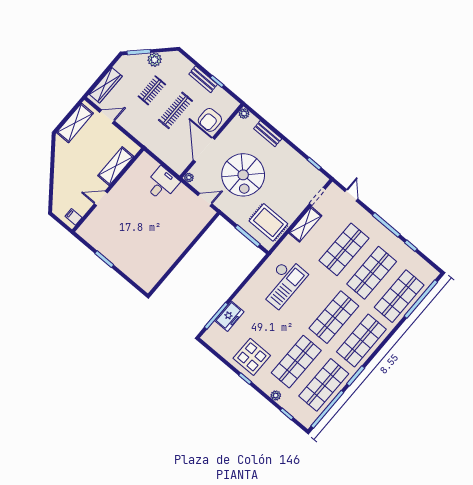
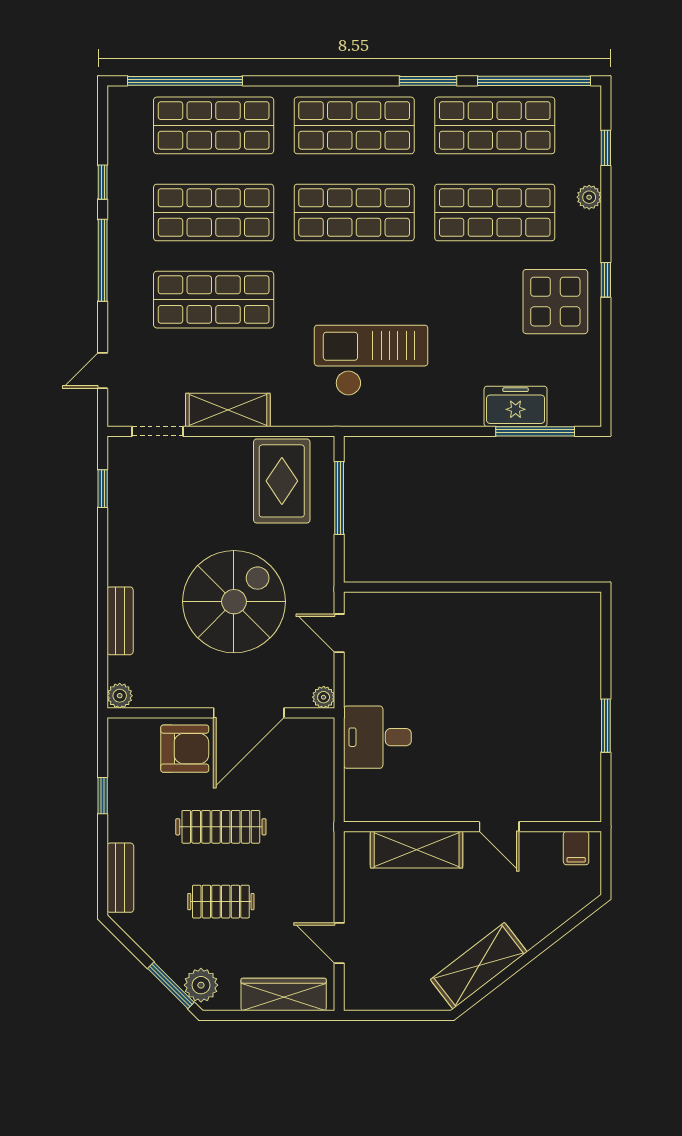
plant: (155, 60) -> (201, 985), moved
bench: (203, 79) -> (120, 878), moved
shelving: (75, 123) -> (479, 966), moved, turned -38

